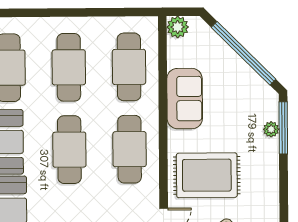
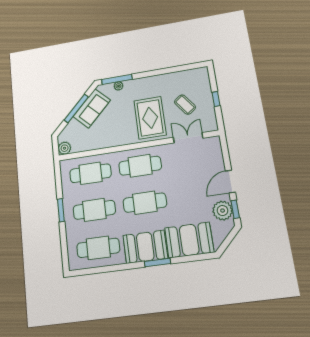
window: (76, 12) -> (61, 210), added
window: (243, 53) -> (76, 108), width x0.68
sofa: (185, 99) -> (92, 108), moved, turned 135

